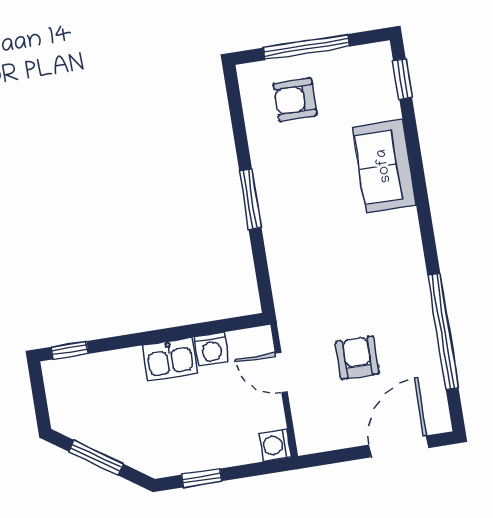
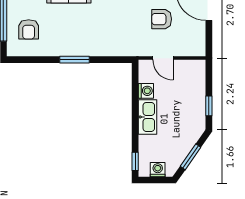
kitchen sink: (170, 359) -> (147, 117), width x1.38
door: (281, 372) -> (163, 58), hinge flipped
washing machine: (275, 445) -> (158, 170), moved, turned 180

